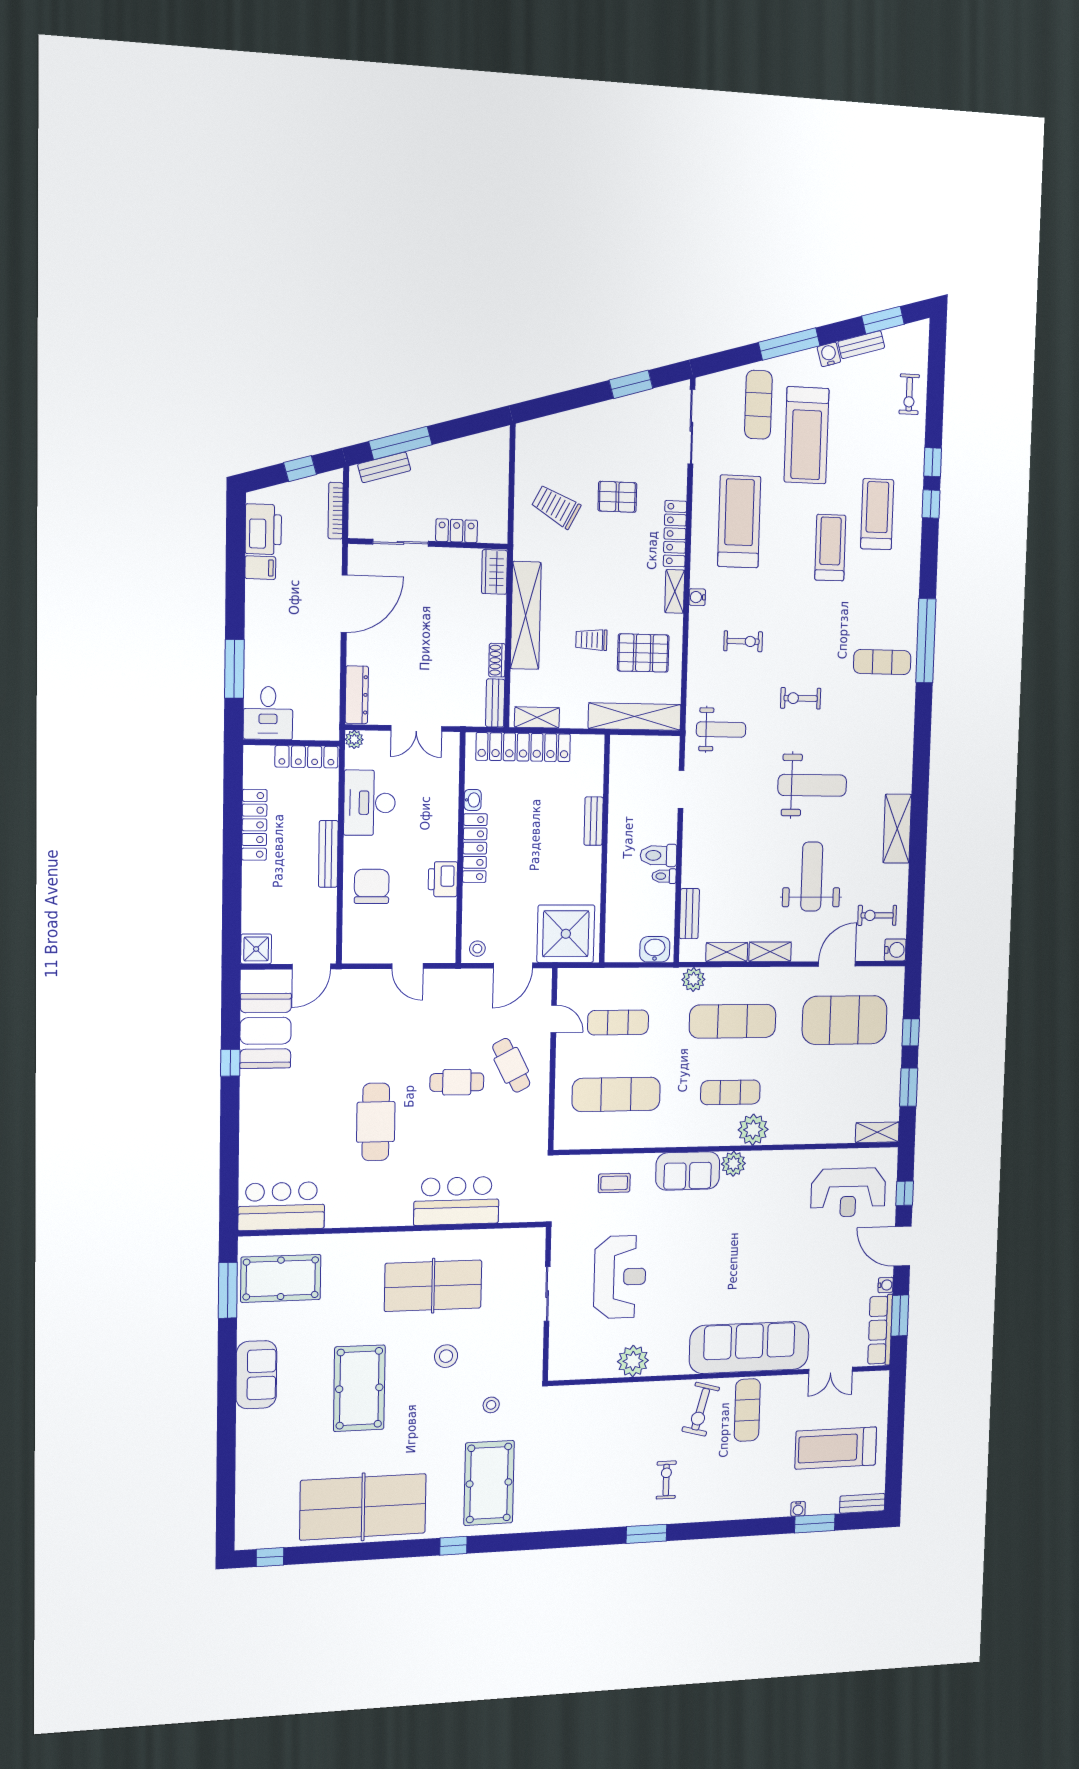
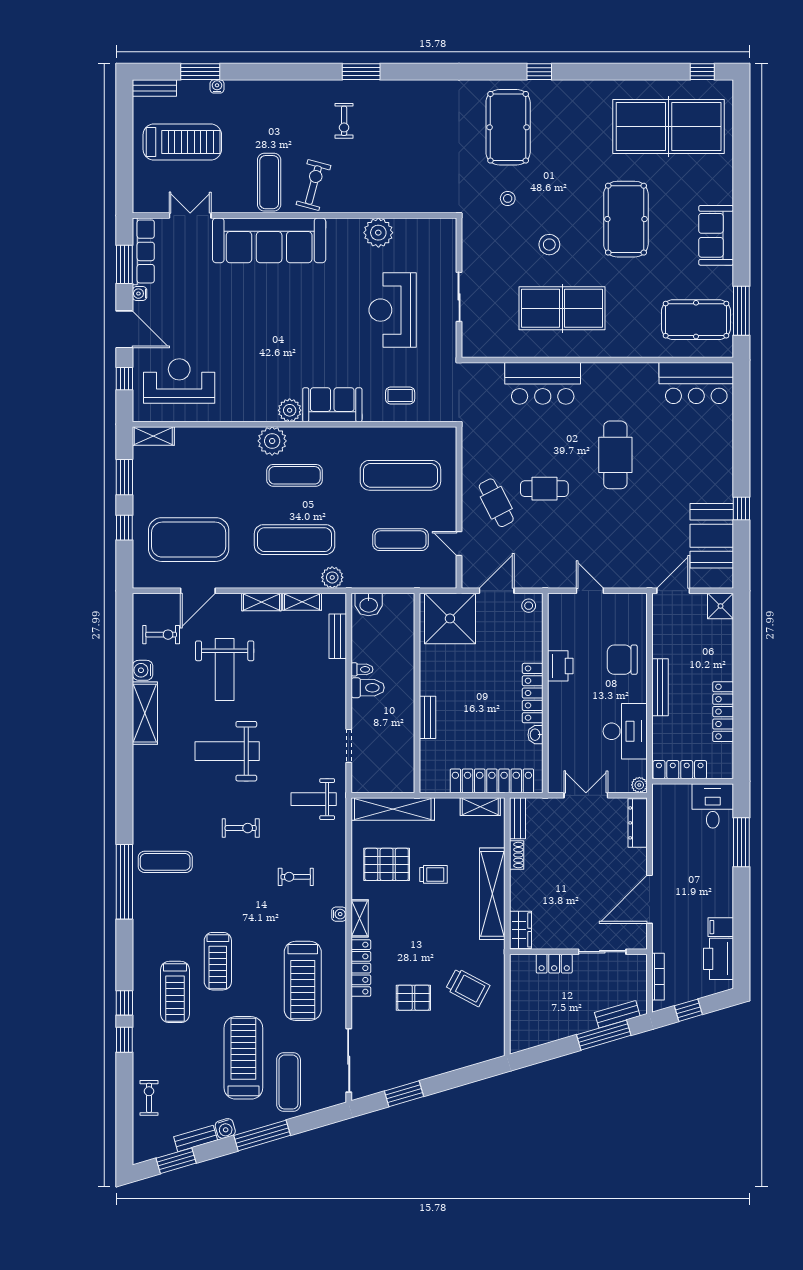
chair: (372, 886) -> (622, 660), turned 90
water cooler: (895, 950) -> (143, 670), moved
table tennis table: (363, 1507) -> (669, 127), moved

